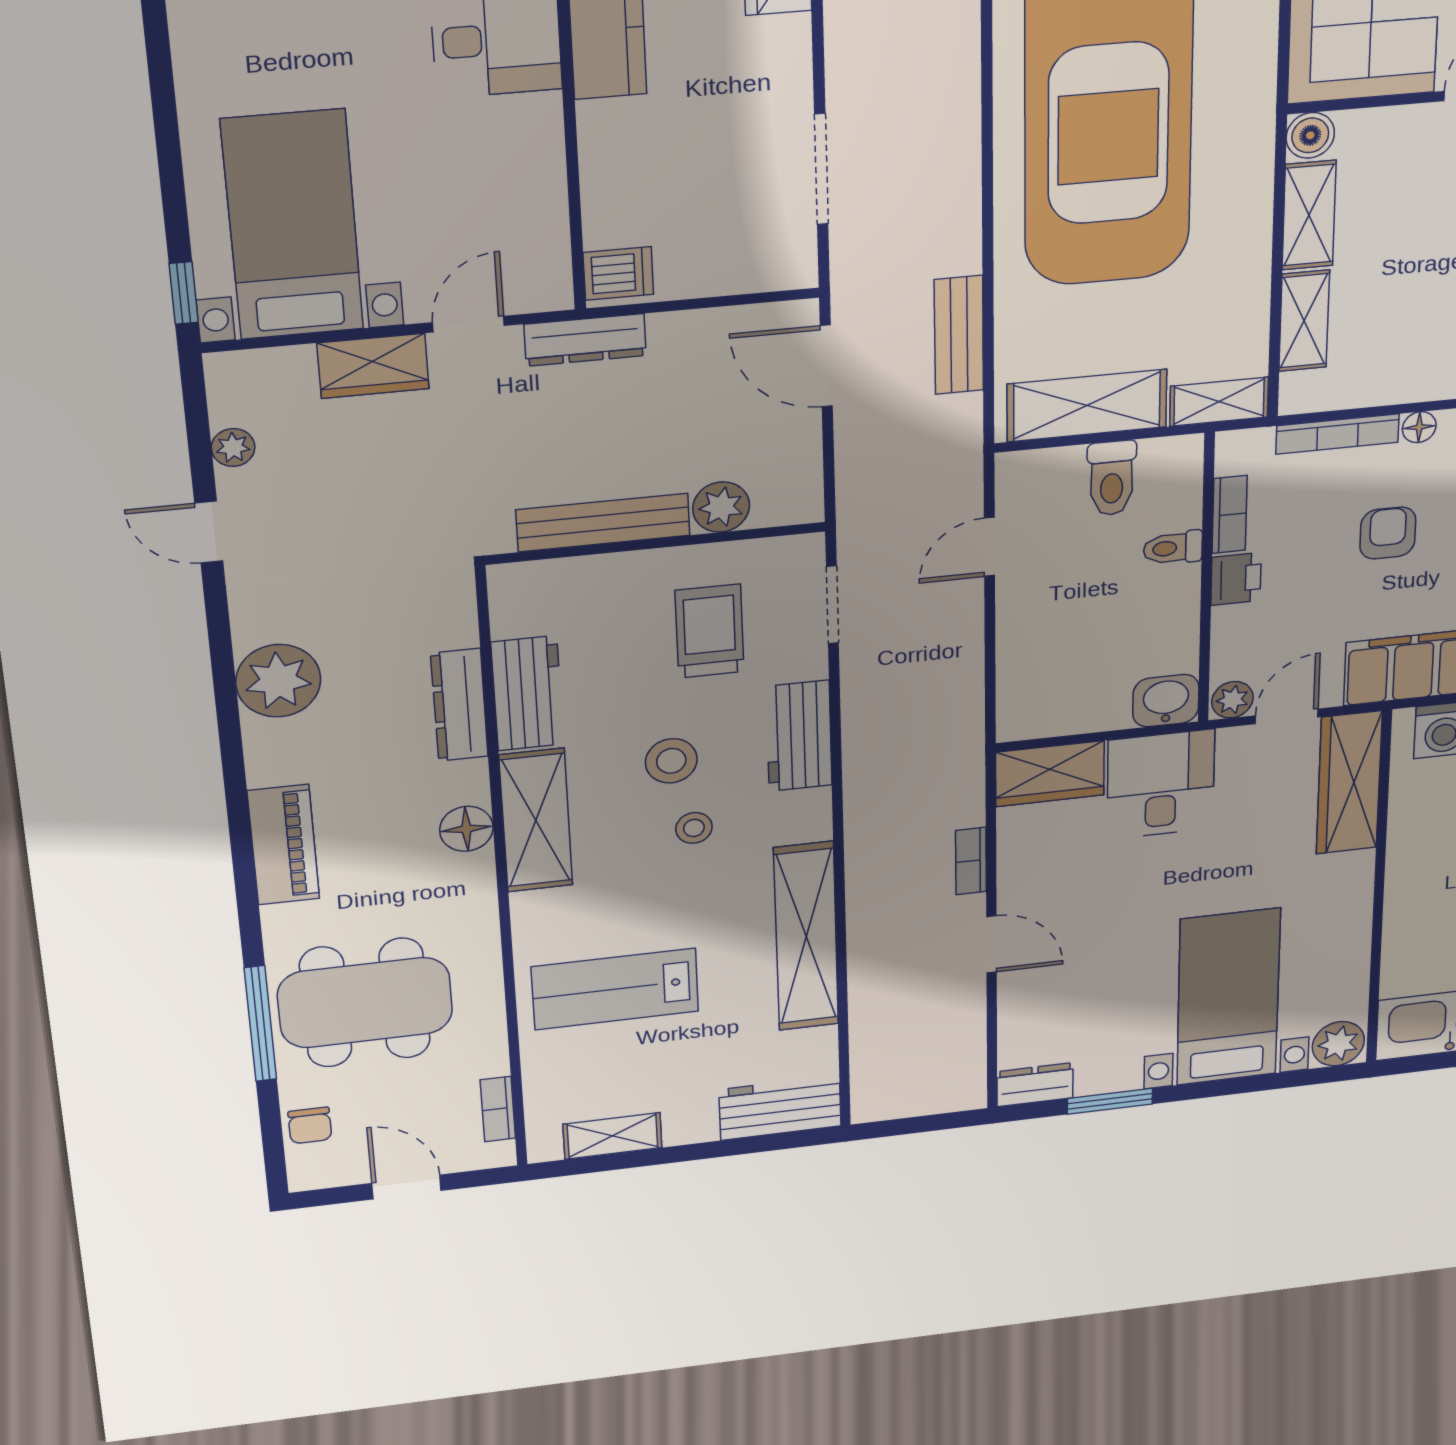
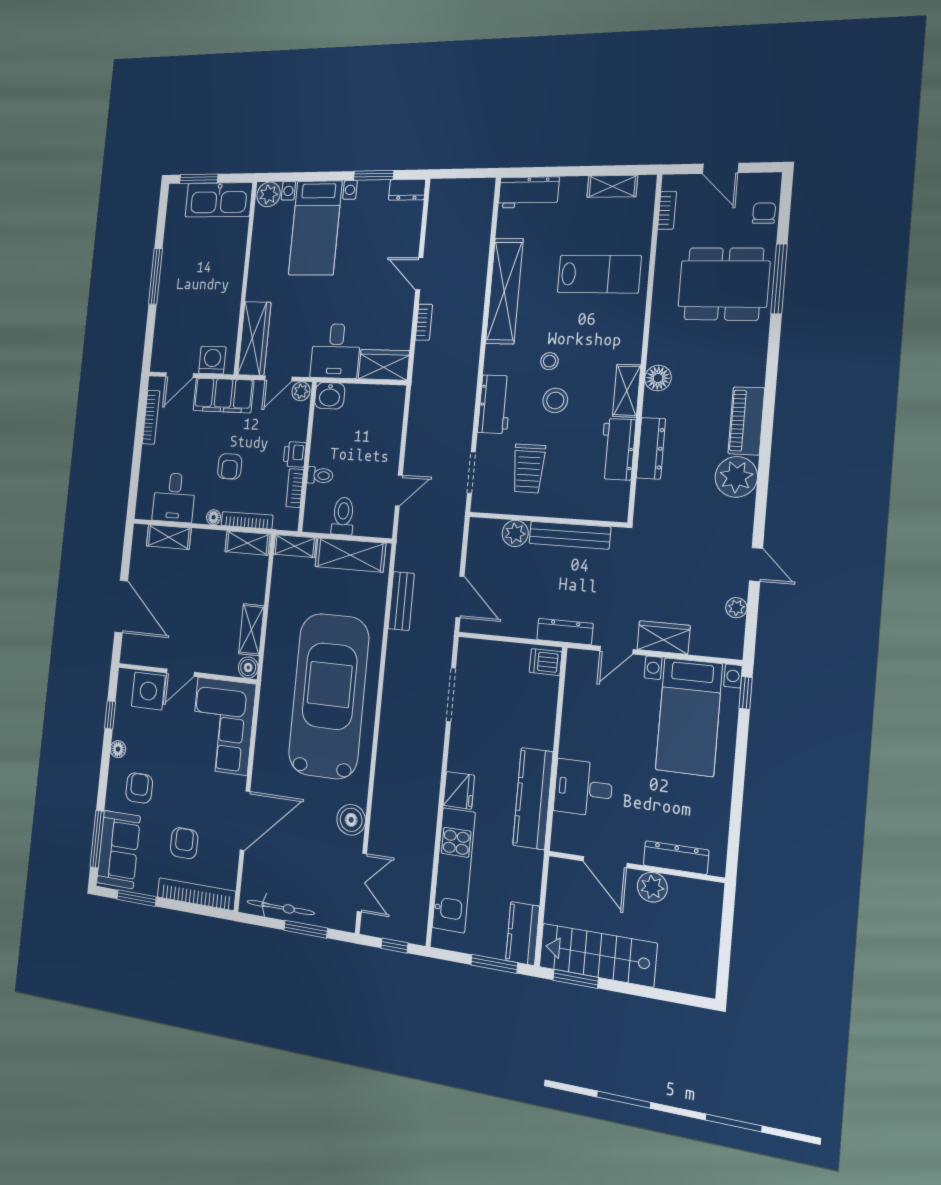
shelving: (1304, 321) -> (247, 543), moved, turned 90
shelving: (536, 820) -> (627, 391), width x0.67, depth x0.75
piano: (283, 845) -> (746, 421), moved

